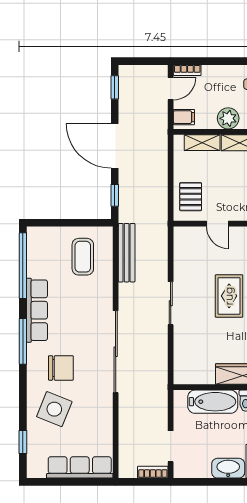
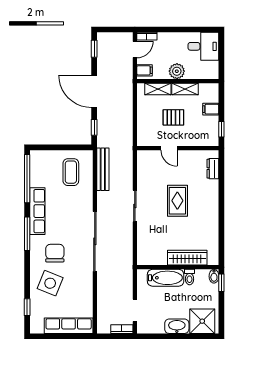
pallet: (191, 197) -> (173, 117), moved, turned 90
chair: (61, 368) -> (55, 253), turned -90

